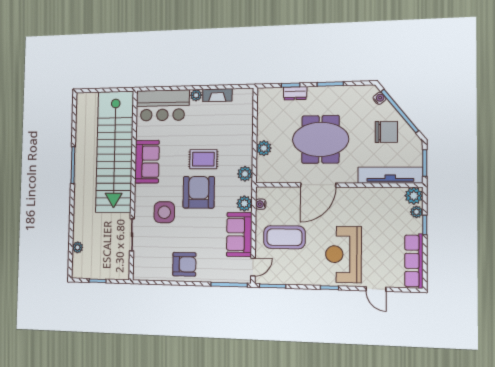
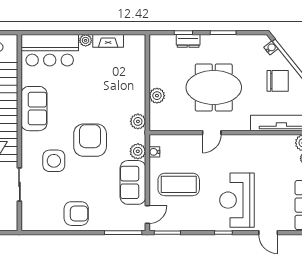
rug: (203, 159) -> (94, 106), removed
door: (318, 185) -> (212, 133), width x0.53

